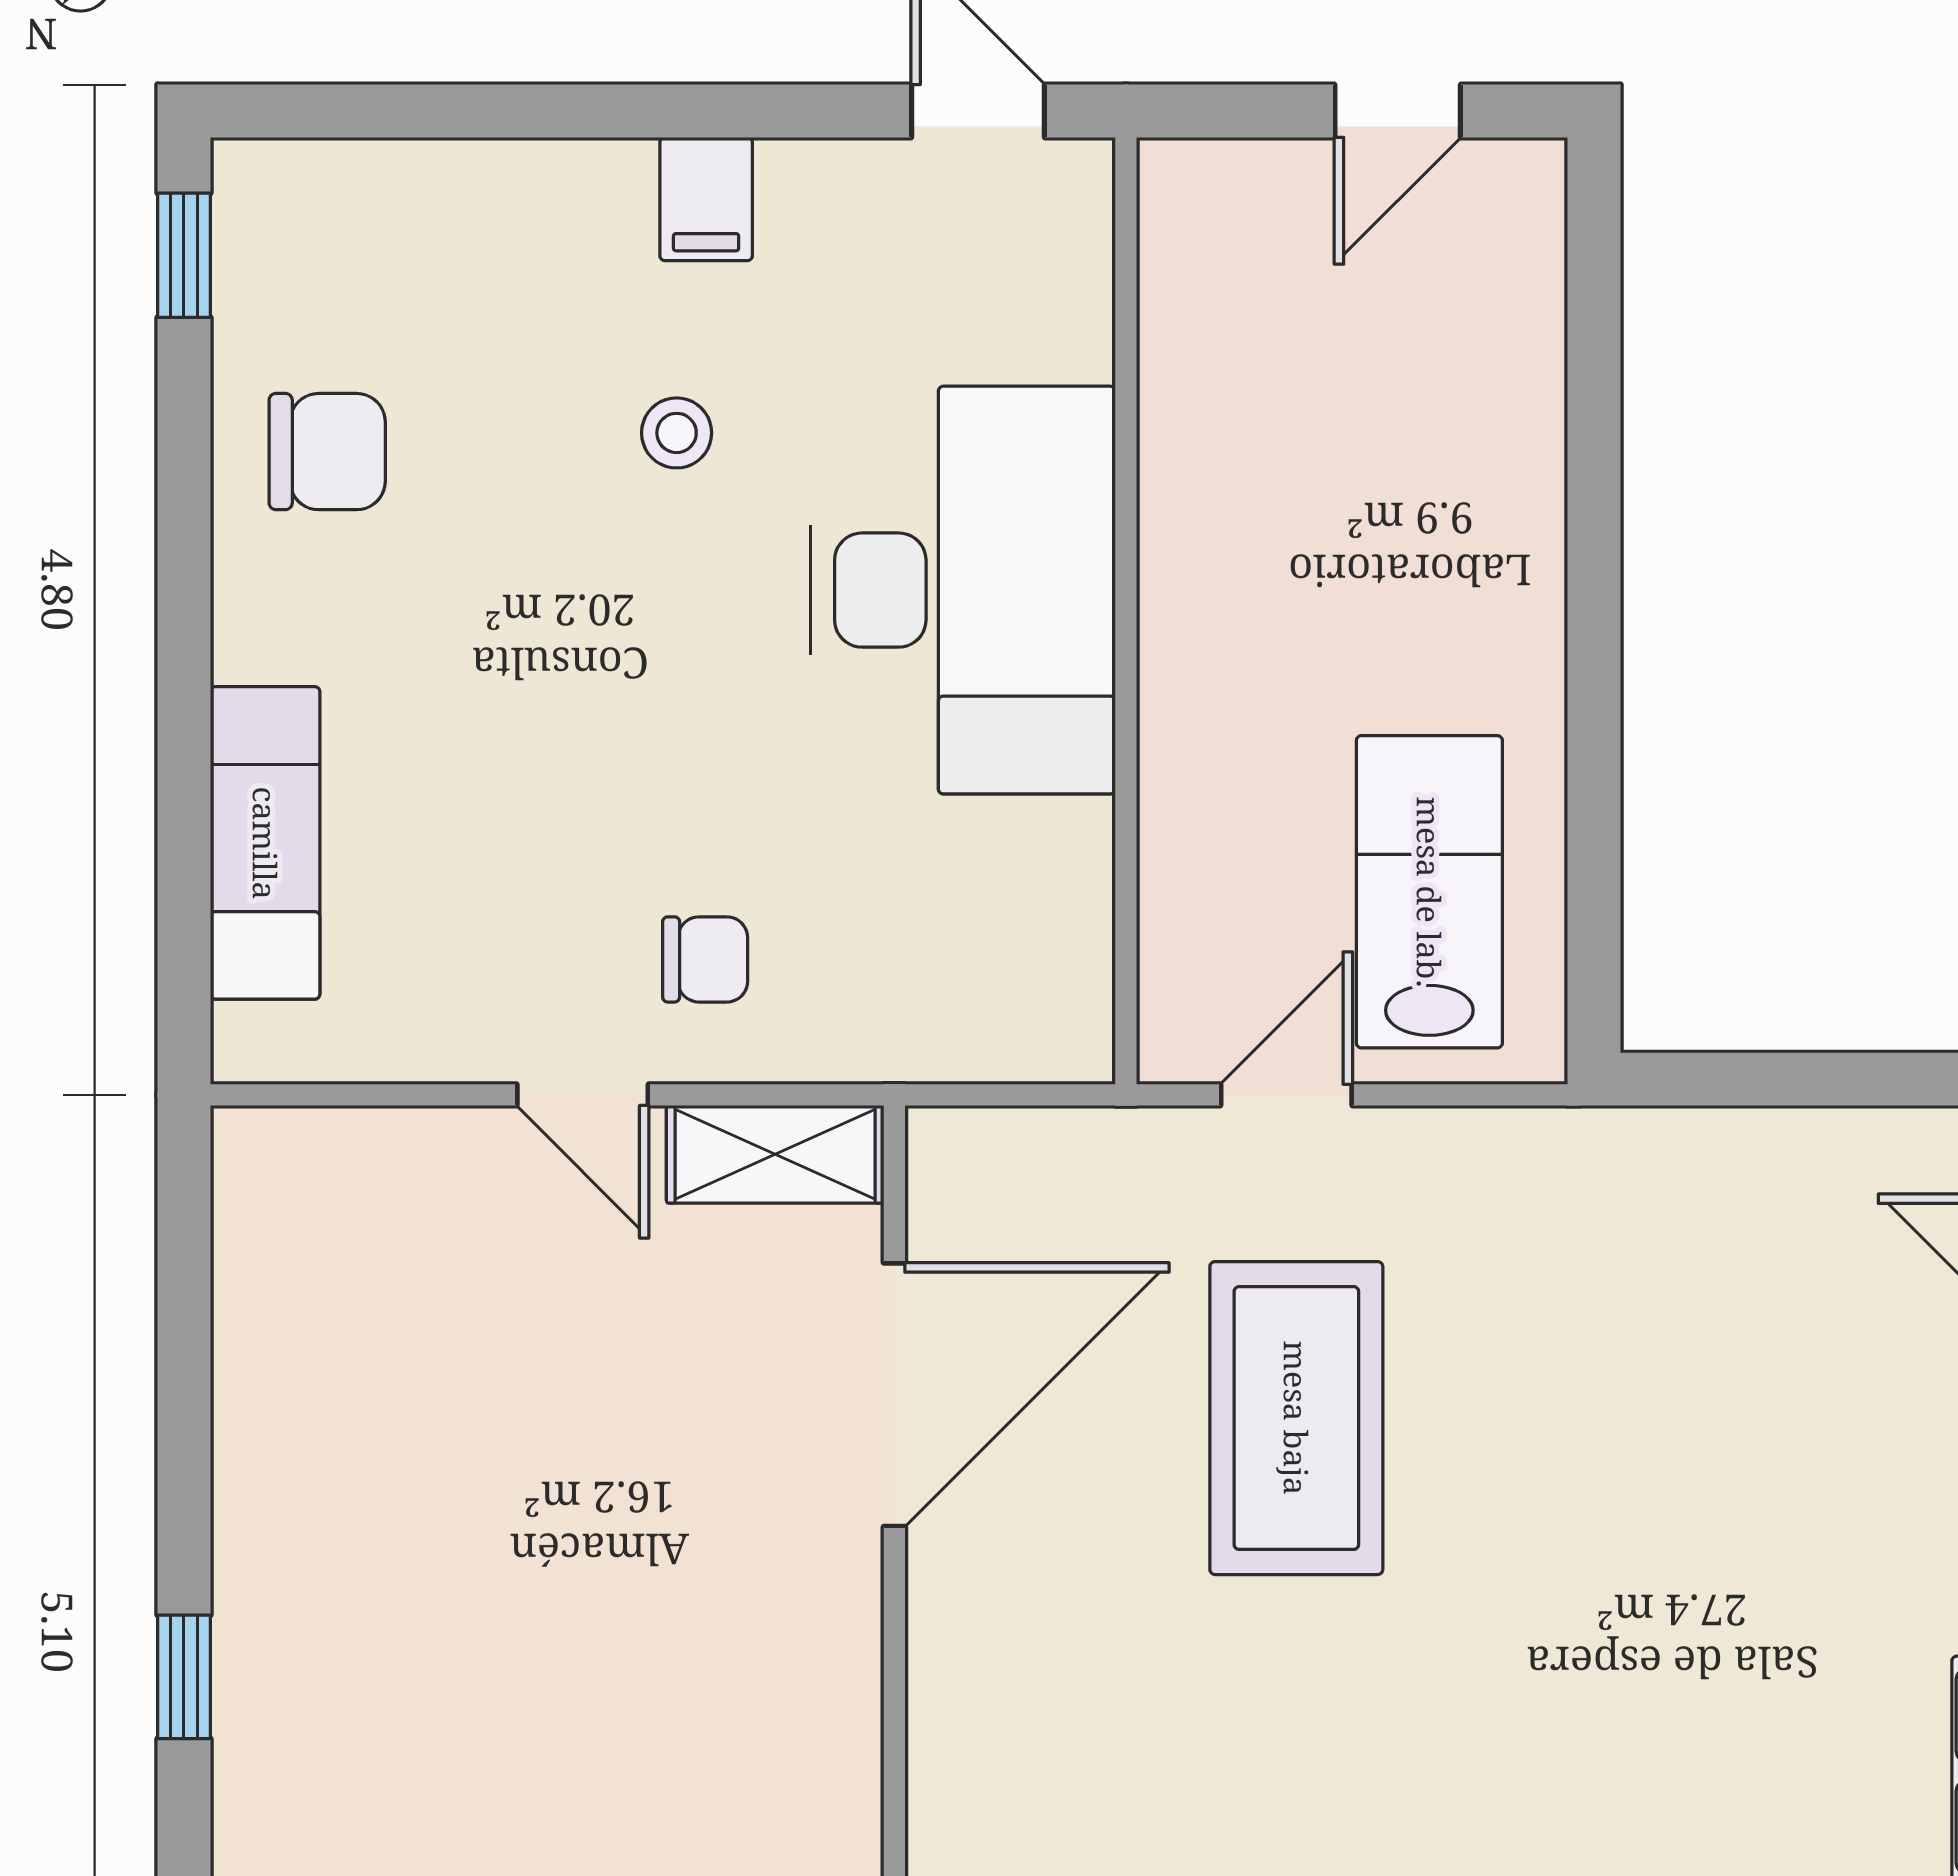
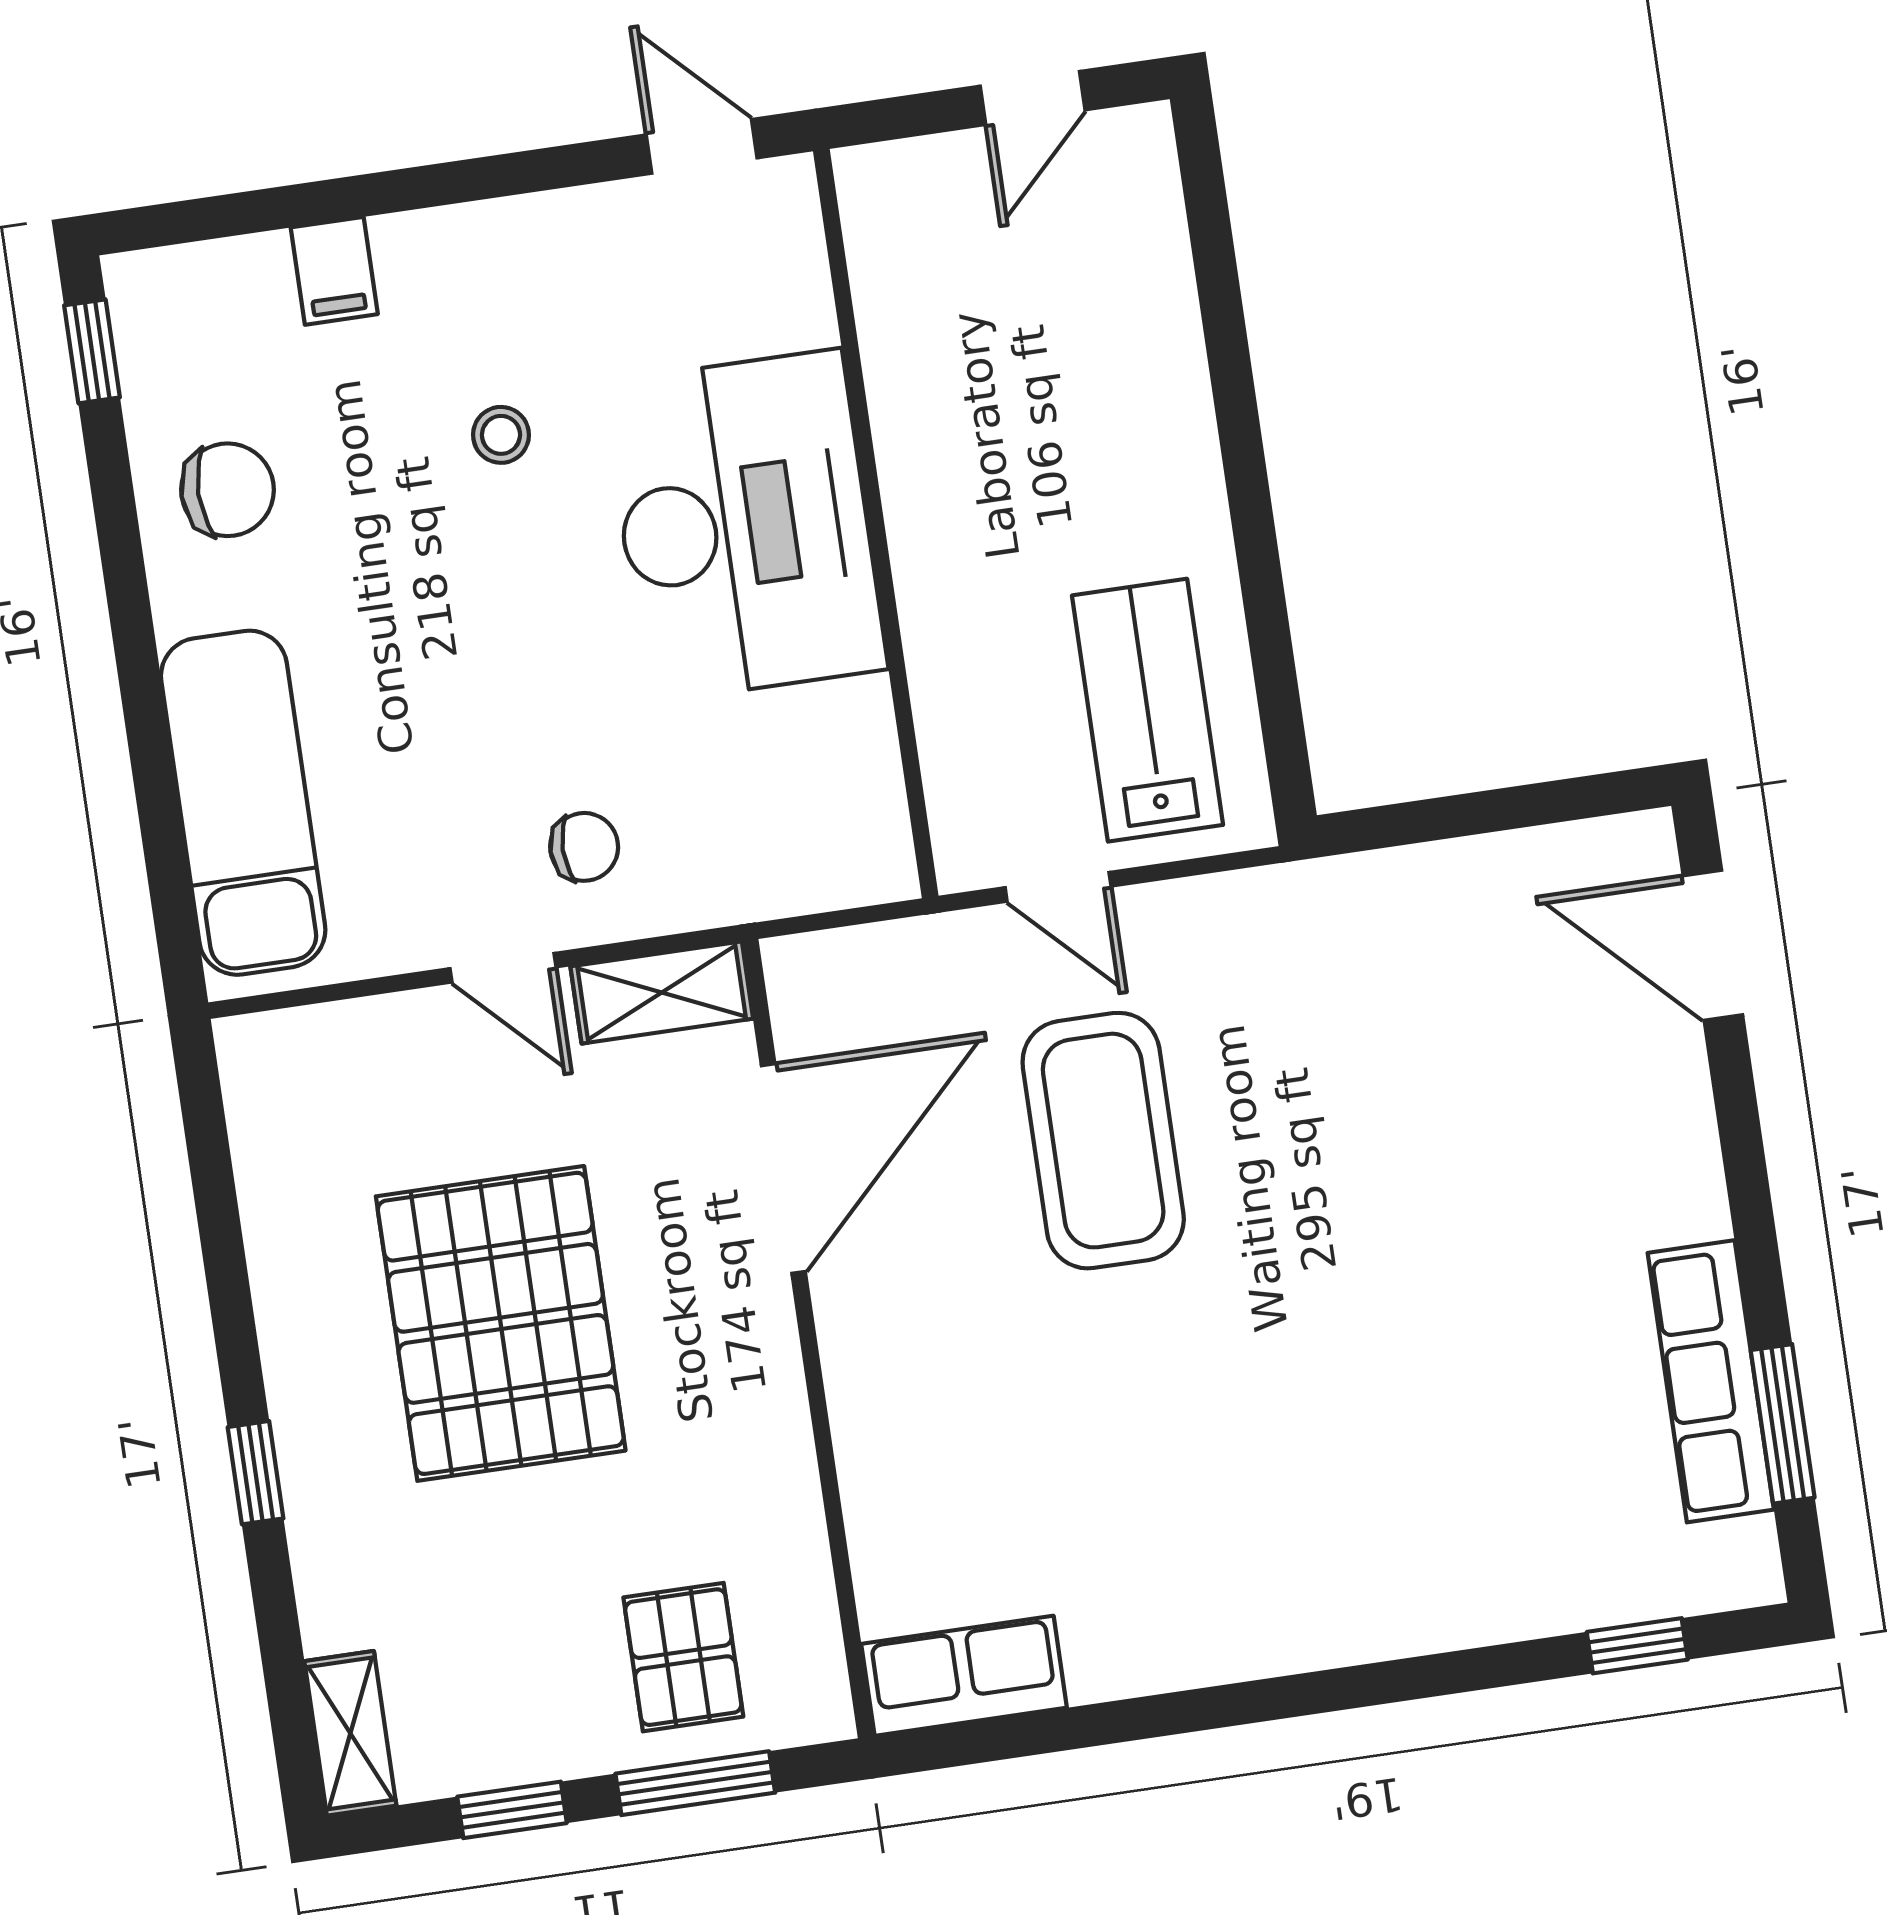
filing cabinet: (706, 199) -> (334, 271), moved
exam couch: (265, 843) -> (243, 803), width x1.36, depth x1.45
door: (1286, 1095) -> (1058, 887), swing flipped
pallet: (515, 1536) -> (501, 1323), added

